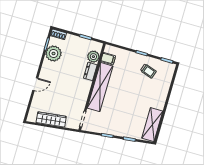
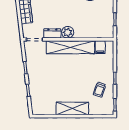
plant: (93, 57) -> (68, 32), moved
dresser: (90, 71) -> (52, 33), moved
shelving: (152, 125) -> (72, 109), moved

